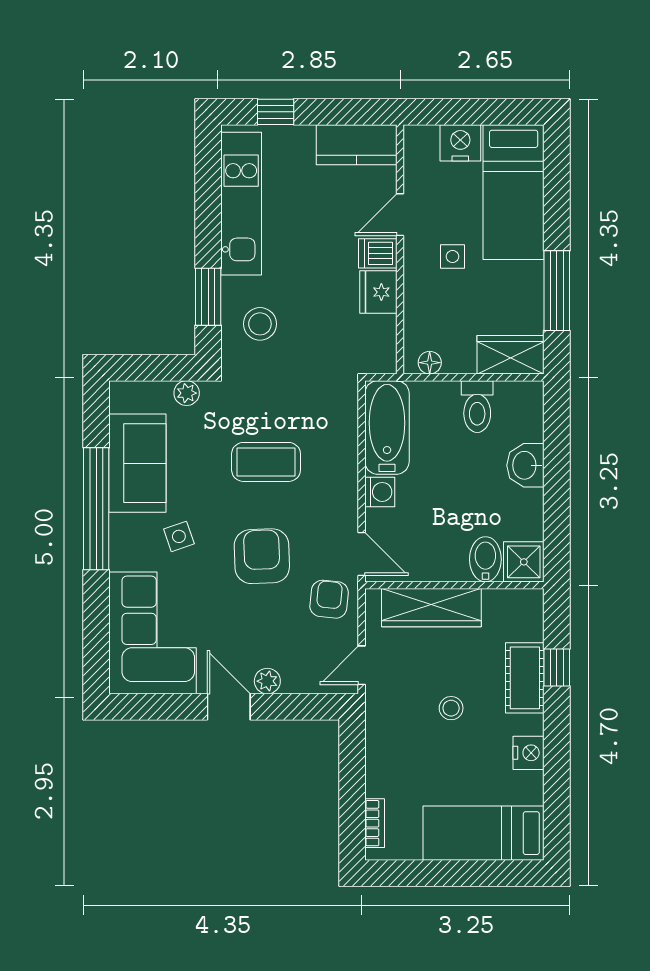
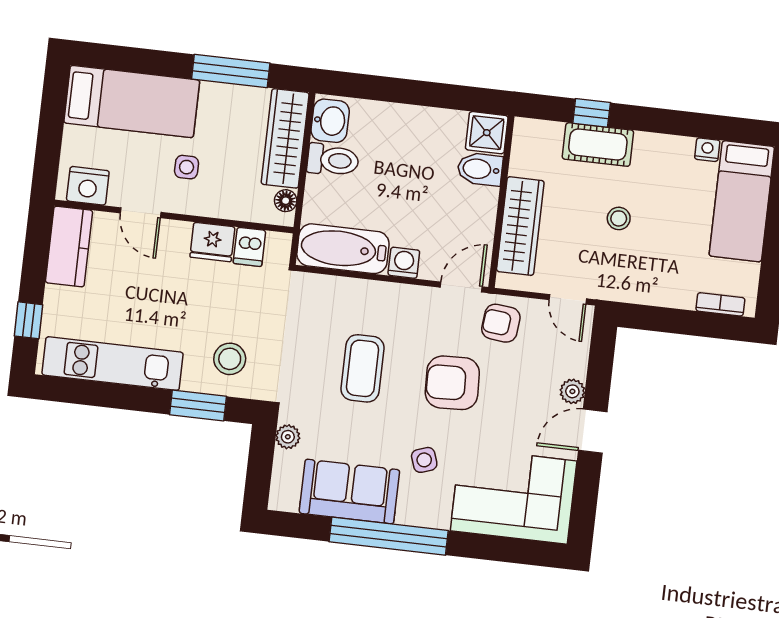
nightstand: (460, 143) -> (88, 186), moved, turned -90
dishwasher: (378, 253) -> (249, 247), moved
wardrobe: (511, 355) -> (285, 138), width x1.50
washbasin: (525, 465) -> (330, 121), moved, turned -90
nightstand: (529, 753) -> (707, 150), moved, width x0.72, depth x0.74

